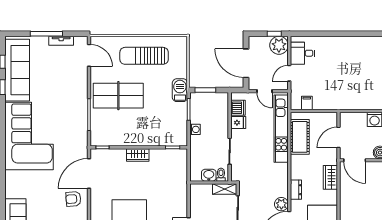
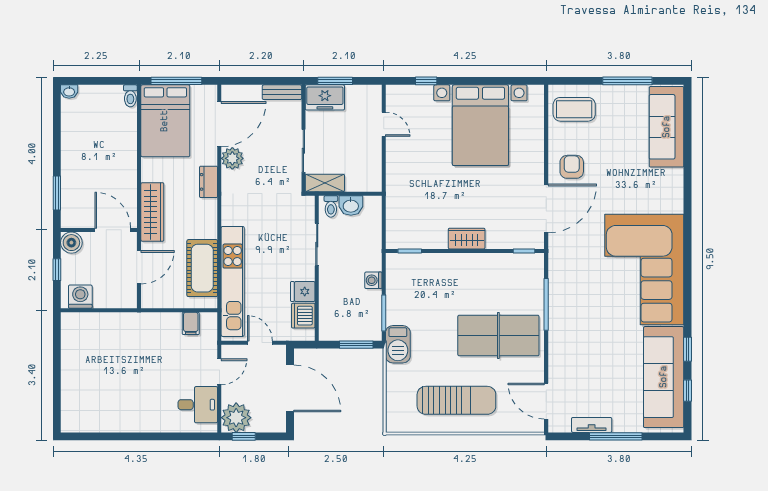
wardrobe: (330, 177) -> (152, 212), width x1.50
armchair: (73, 199) -> (572, 167), turned -86

